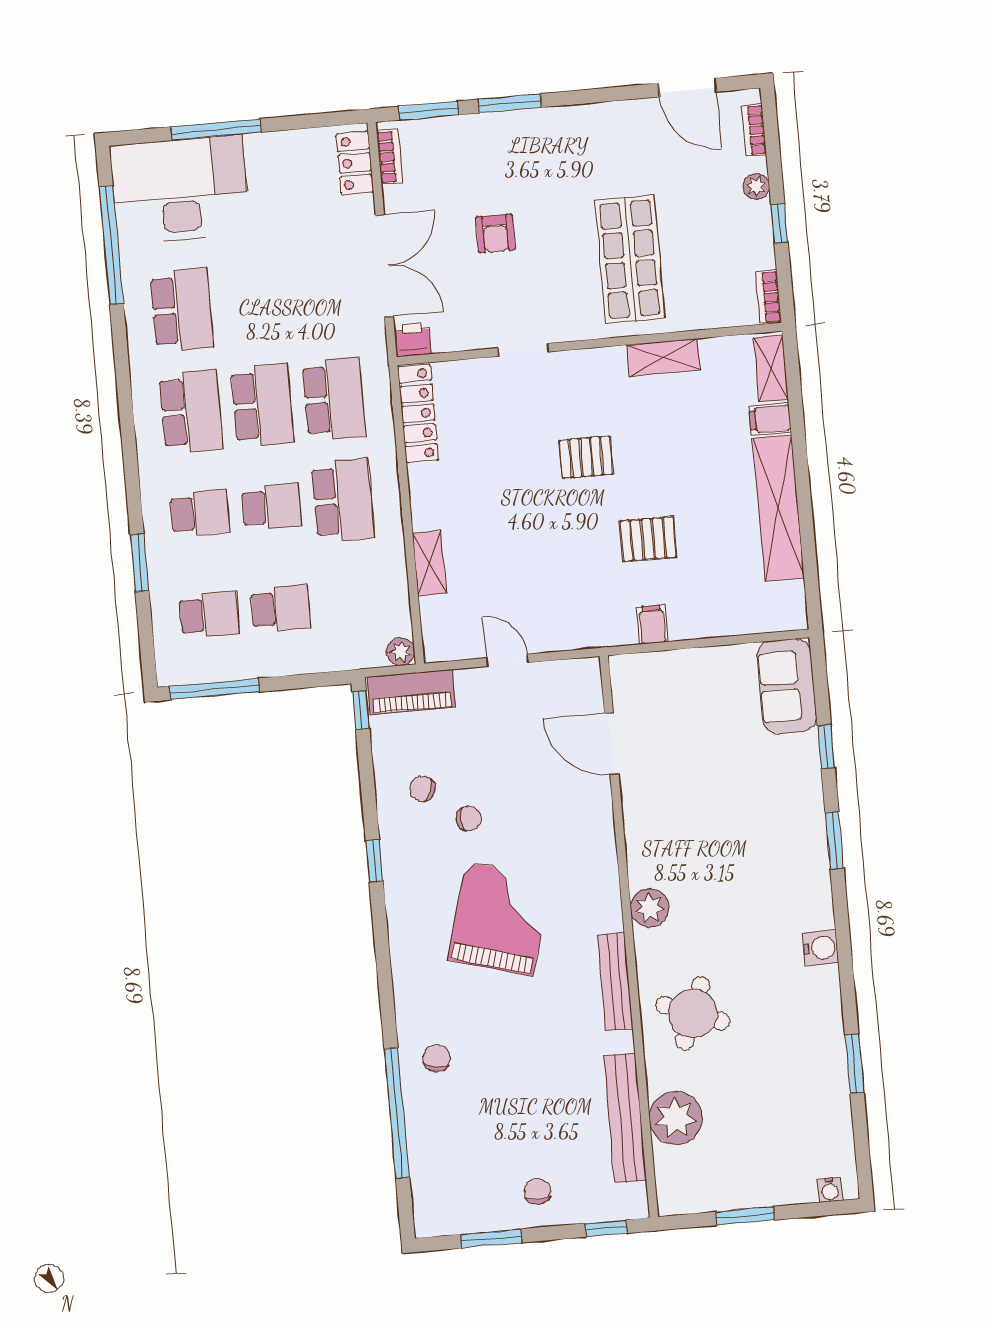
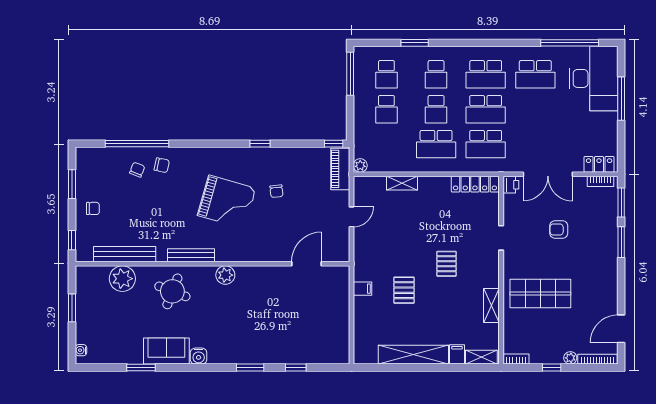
bookcase: (754, 130) -> (598, 359), width x1.56
sofa: (787, 686) -> (166, 351), moved
chair: (423, 789) -> (137, 170), moved

